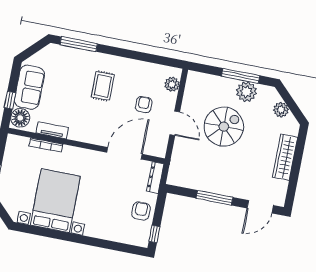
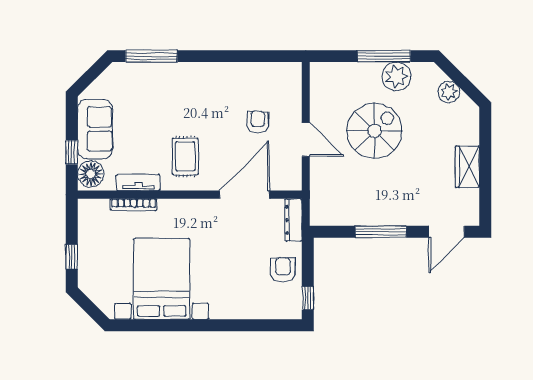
plant: (172, 84) -> (291, 86), removed
rug: (103, 86) -> (185, 156), moved
wardrobe: (285, 157) -> (467, 167), width x0.67

